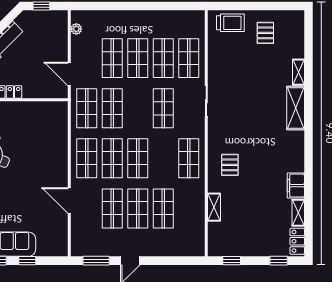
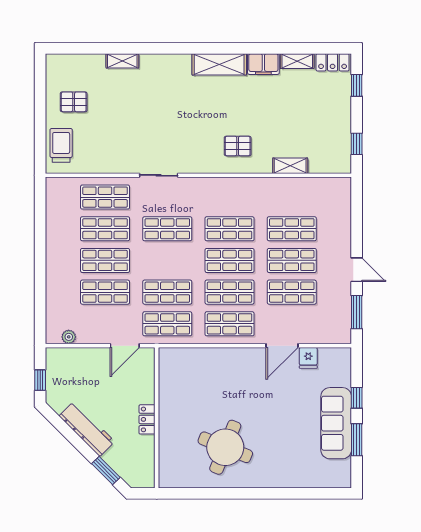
shelving: (296, 108) -> (219, 64), moved
shop shelf: (189, 158) -> (230, 229), moved
fridge: (59, 222) -> (308, 358), added

